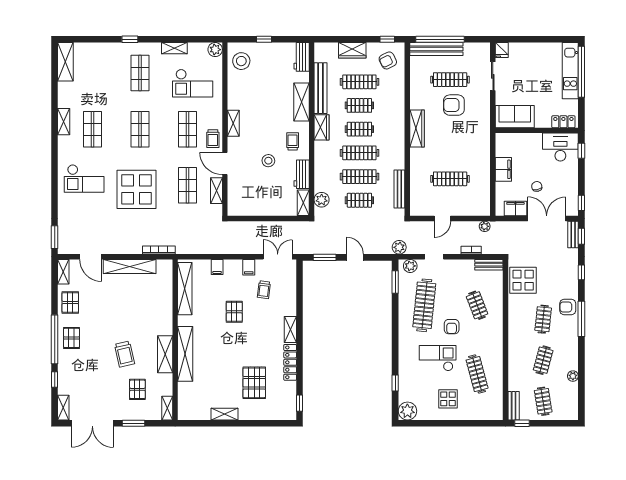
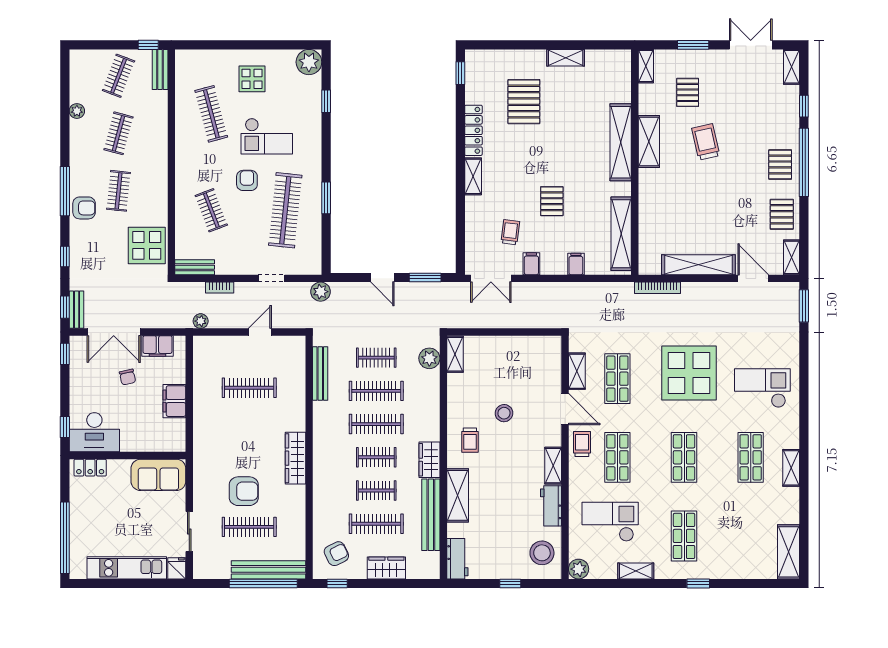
kitchen unit: (570, 71) -> (127, 568), moved, turned -90
workbench: (302, 174) -> (551, 506), moved, turned 180
plant: (410, 266) -> (305, 265), removed
window: (395, 282) -> (326, 198), moved
clothes rail: (543, 401) -> (119, 76), turned 30
double door: (92, 423) -> (751, 45), width x0.73

